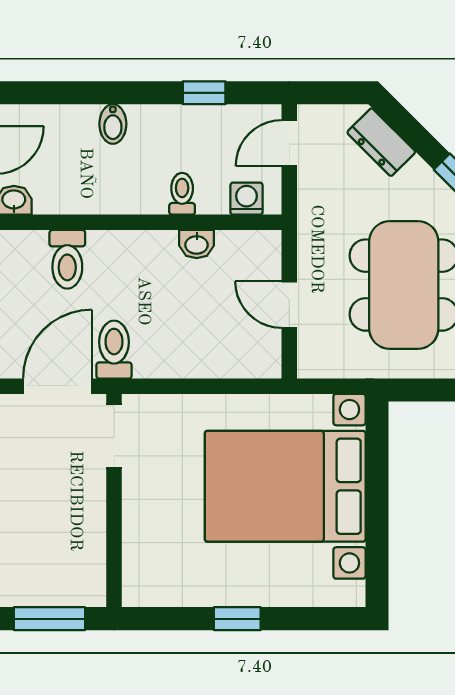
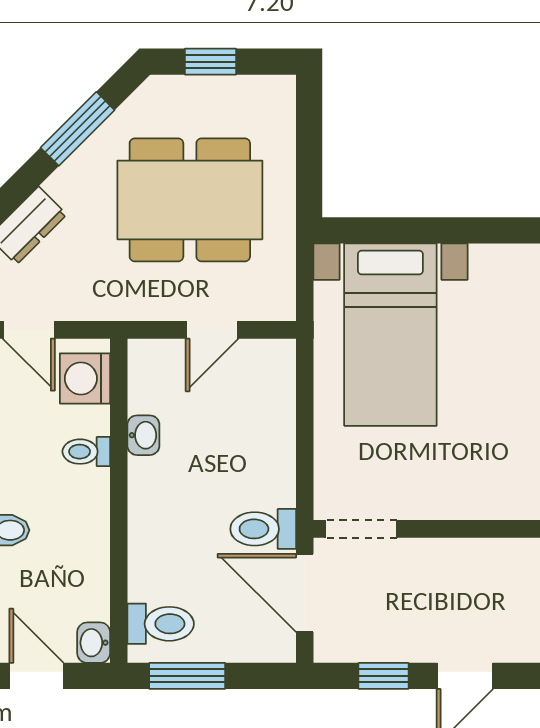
washing machine: (246, 199) -> (85, 378), width x1.38, depth x1.38
toilet: (67, 259) -> (161, 624), moved
bed with nightstands: (285, 486) -> (390, 335), width x0.73

